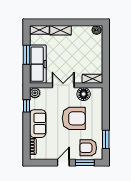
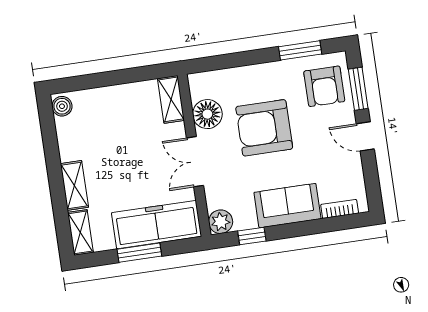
armchair: (74, 118) -> (264, 128), turned -90

